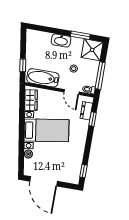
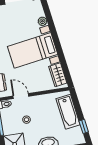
window: (23, 65) -> (84, 126), moved
bathtub: (43, 78) -> (68, 112), moved, turned 81

